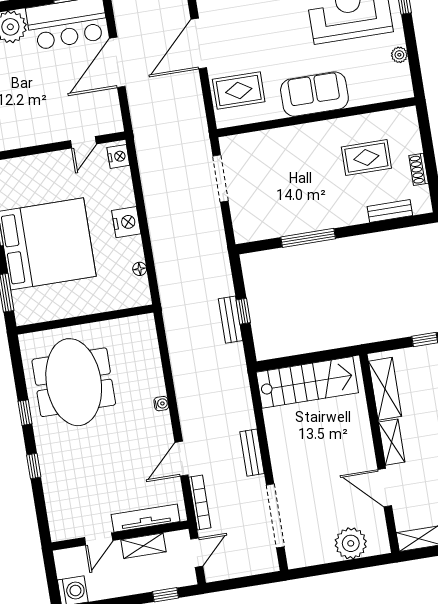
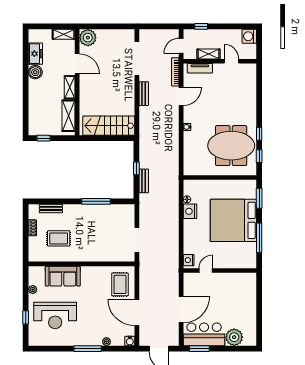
door: (199, 43) -> (137, 312), swing flipped
rug: (239, 90) -> (120, 284), turned 90
sofa: (314, 94) -> (63, 276), moved
nightstand: (126, 222) -> (190, 211), moved
bench: (230, 320) -> (144, 181), moved
meeting table: (74, 382) -> (231, 146), turned 90
window: (34, 466) -> (259, 156), moved
tv unit: (146, 518) -> (200, 68), width x0.71
door: (99, 539) -> (231, 61), hinge flipped
plant: (351, 543) -> (88, 38), moved

